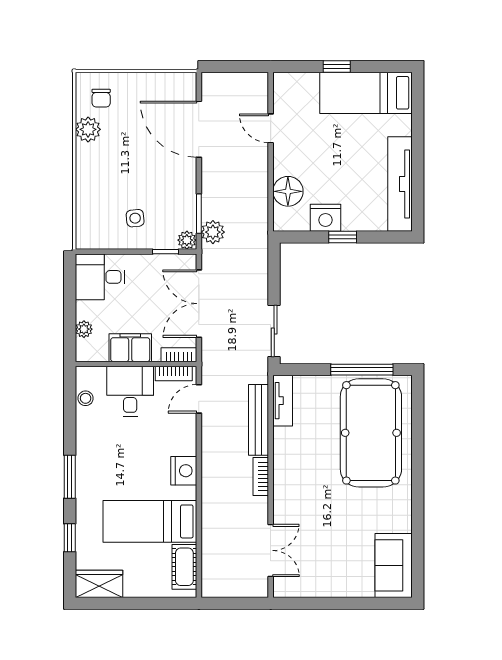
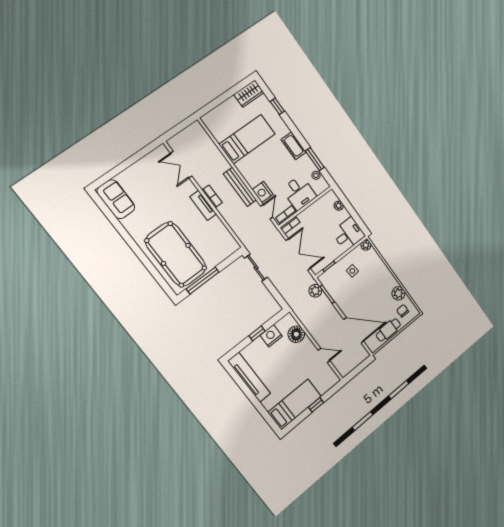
cafe table: (145, 87) -> (388, 330), added
plant: (187, 240) -> (366, 245), moved
filing cabinet: (130, 348) -> (313, 212), removed
tv unit: (283, 401) -> (203, 205), moved
bench: (259, 420) -> (240, 187), moved
nightstand: (184, 471) -> (263, 192), moved
window: (70, 477) -> (315, 159), moved
cot: (184, 567) -> (294, 146), moved

